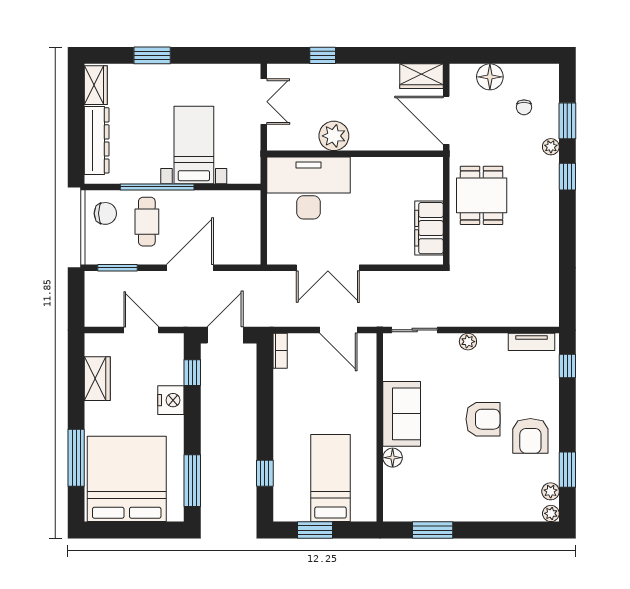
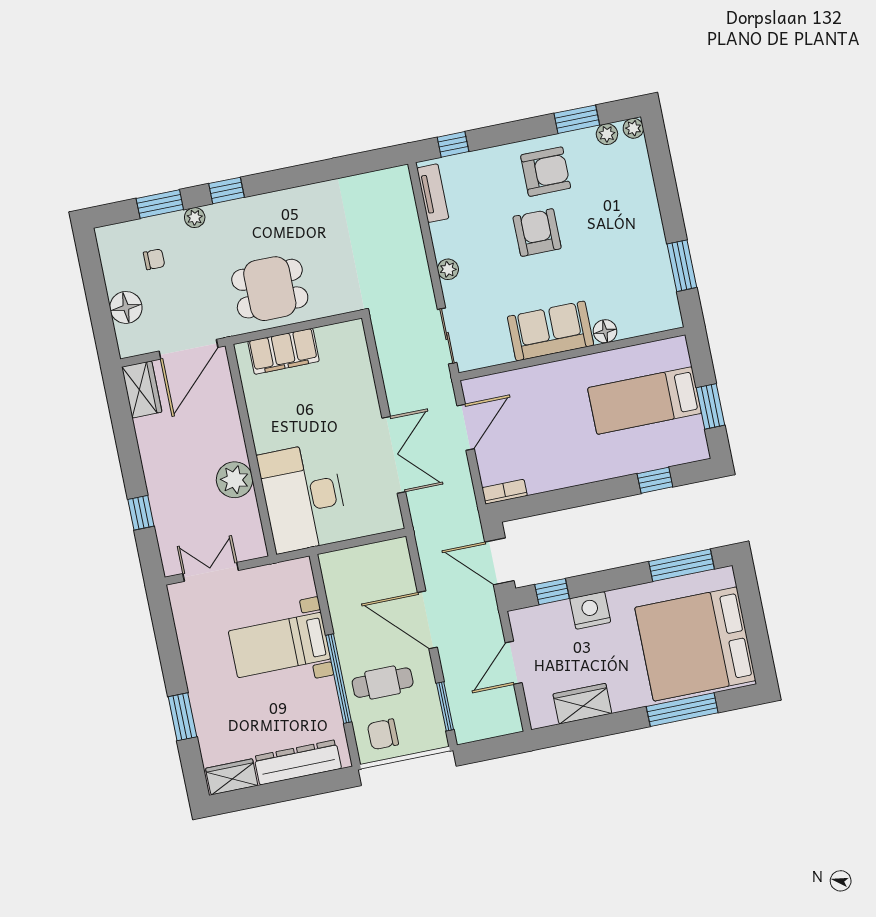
chair: (105, 213) -> (383, 734), turned -90
filing cabinet: (429, 228) -> (284, 351), moved

